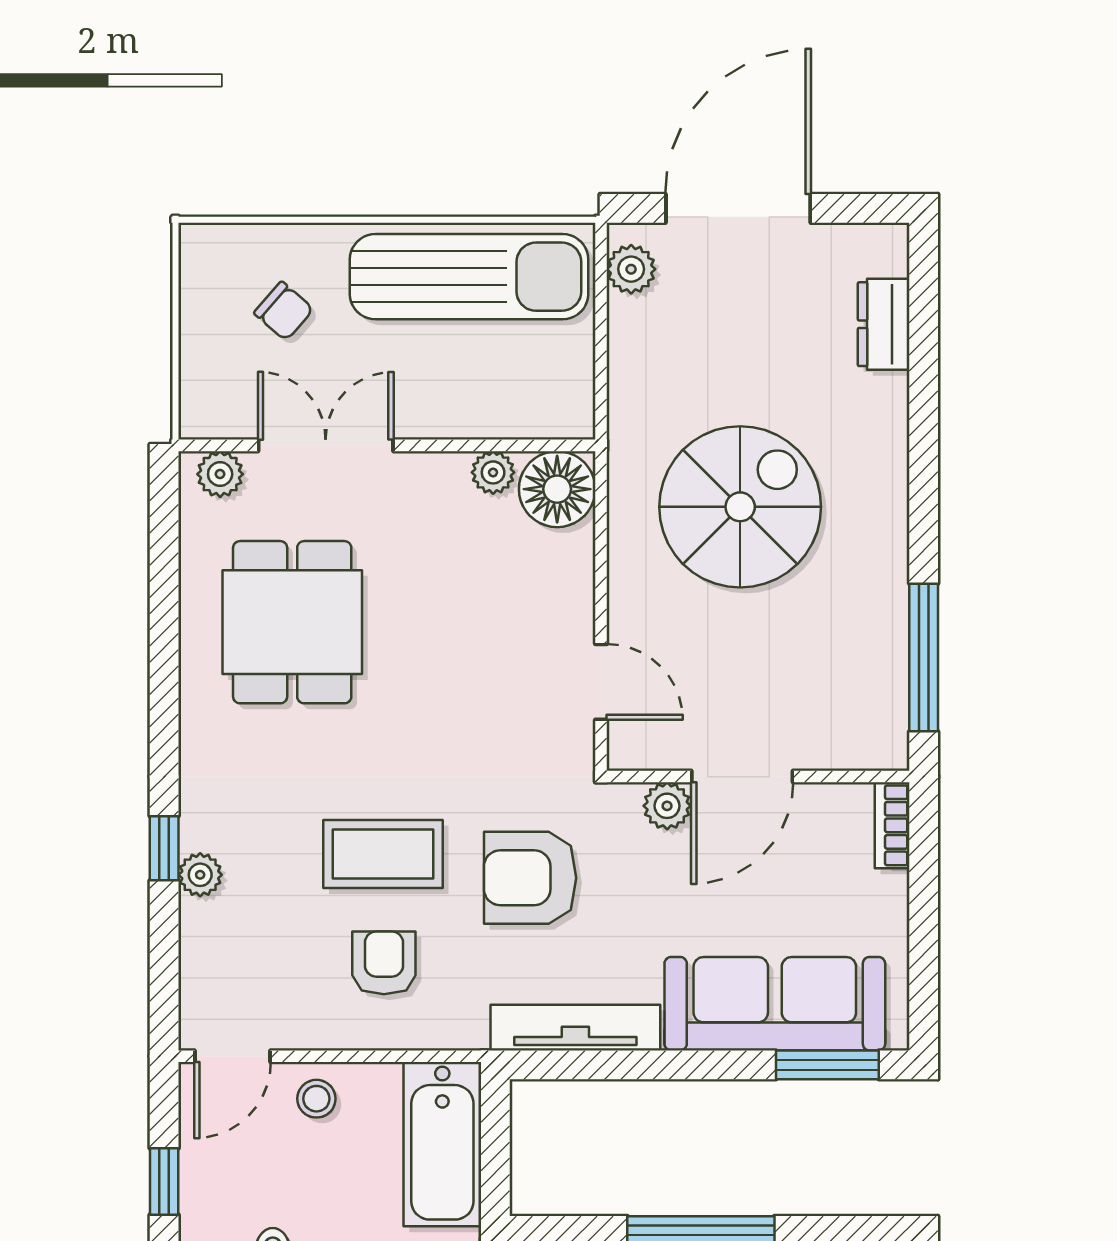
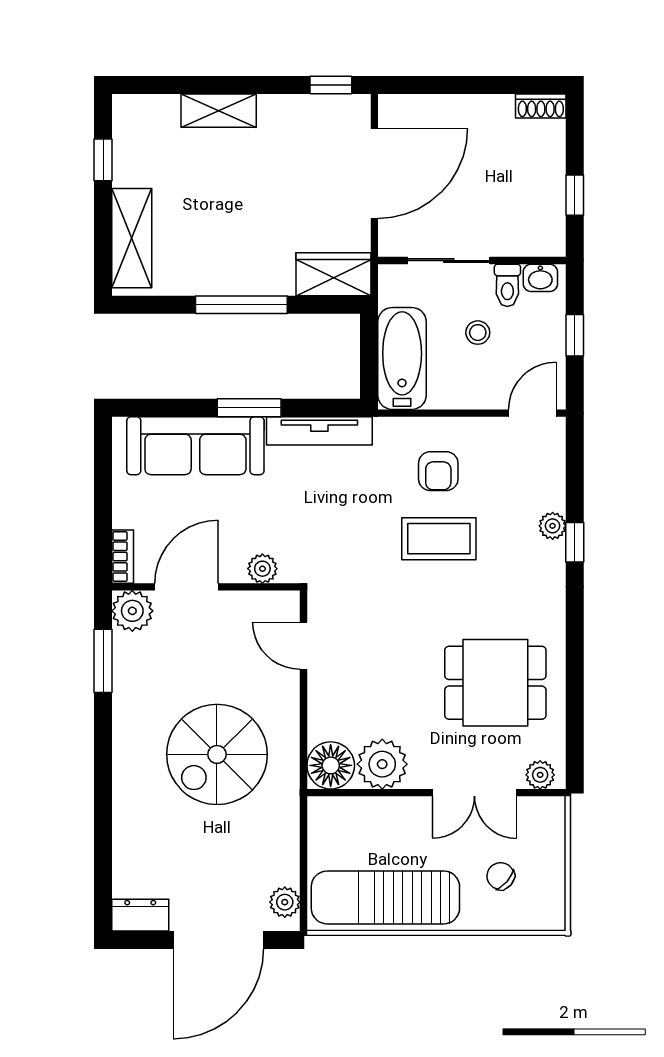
dresser: (884, 324) -> (140, 915), moved, turned -90
plant: (493, 472) -> (382, 764), width x1.88, depth x1.88
dining table: (292, 622) -> (495, 683), turned 90
window: (924, 658) -> (103, 661), width x0.69
plant: (876, 738) -> (132, 611), added
door: (742, 777) -> (187, 587), moved
armchair: (530, 878) -> (348, 524), removed
window: (827, 1065) -> (249, 408), moved
stool: (316, 1099) -> (478, 333), moved

